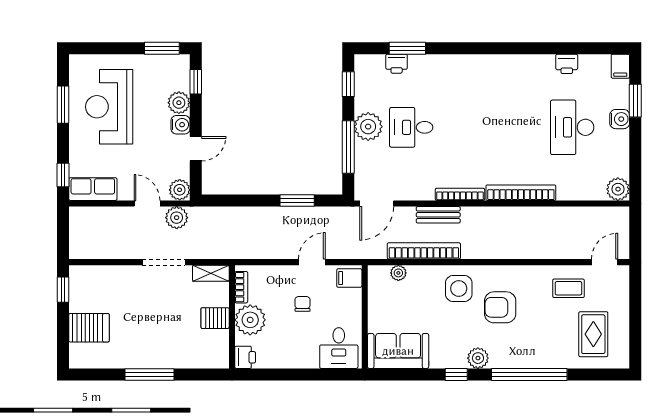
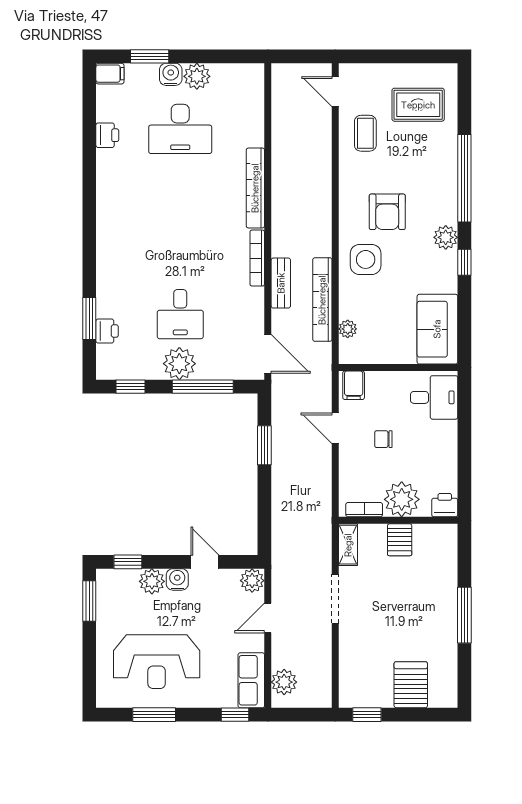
plant: (618, 189) -> (197, 76), moved
plant: (177, 218) -> (284, 682), moved

